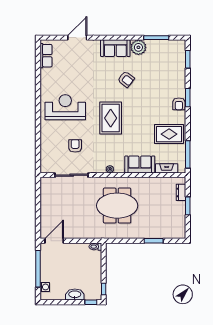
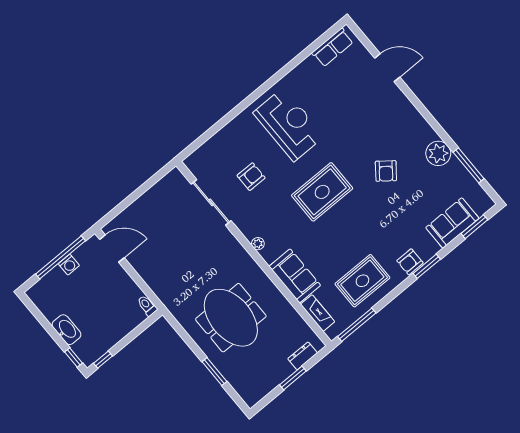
sofa: (115, 48) -> (452, 223), moved, turned 90
rug: (169, 134) -> (362, 281), turned 90
meeting table: (117, 206) -> (231, 318), moved
washing machine: (45, 287) -> (69, 265), moved

